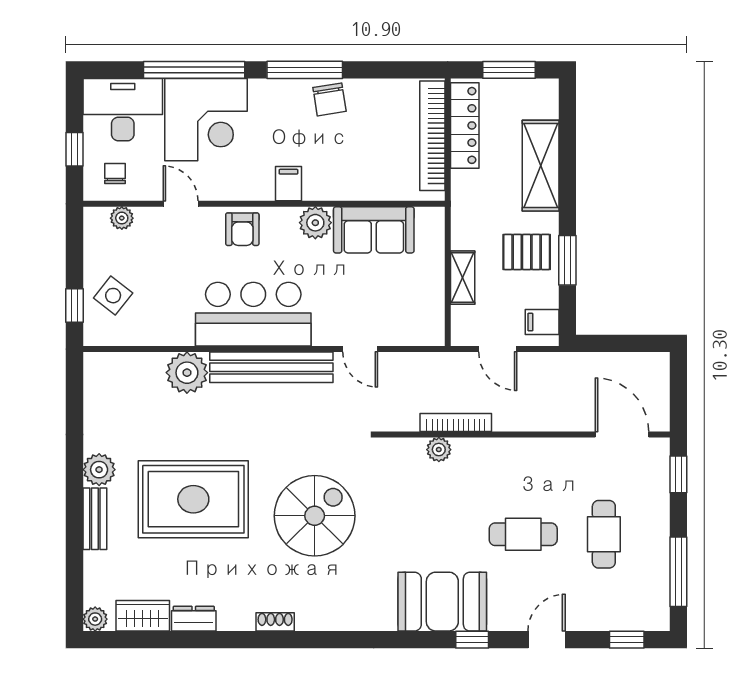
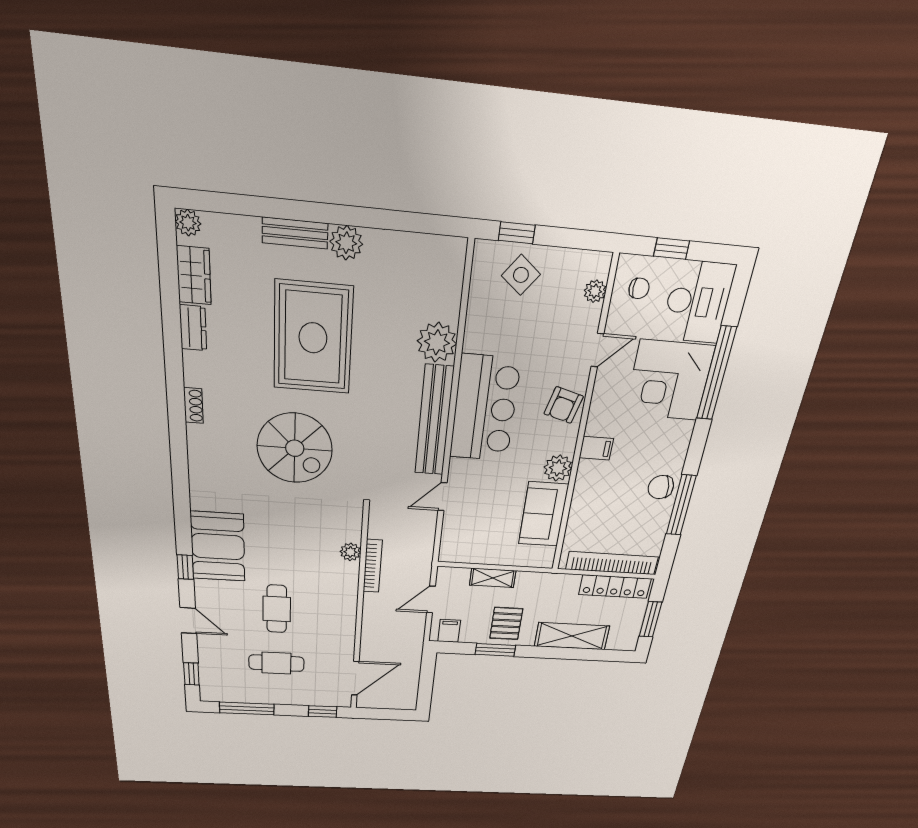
window: (305, 70) -> (681, 505), moved
armchair: (242, 229) -> (564, 405), turned -75

